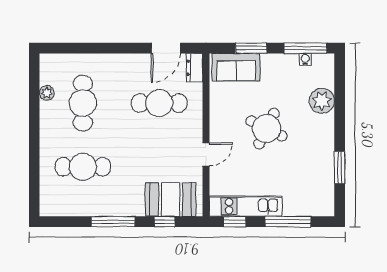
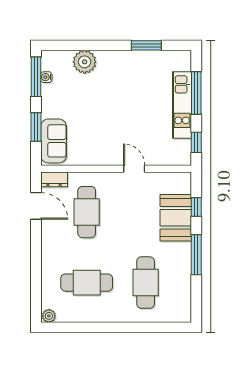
plant: (47, 93) -> (49, 316), moved
round table: (267, 129) -> (110, 113), removed
booth: (171, 199) -> (176, 218), moved
kitchen unit: (246, 206) -> (182, 105), moved

